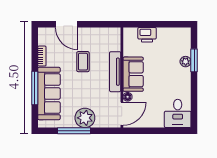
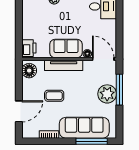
floor lamp: (110, 35) -> (29, 71), added
printer: (147, 35) -> (29, 48), moved
window: (35, 88) -> (92, 141), moved
window: (74, 131) -> (119, 90), moved

